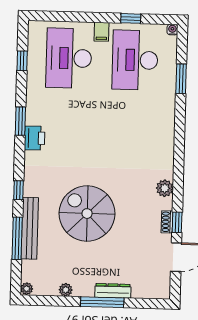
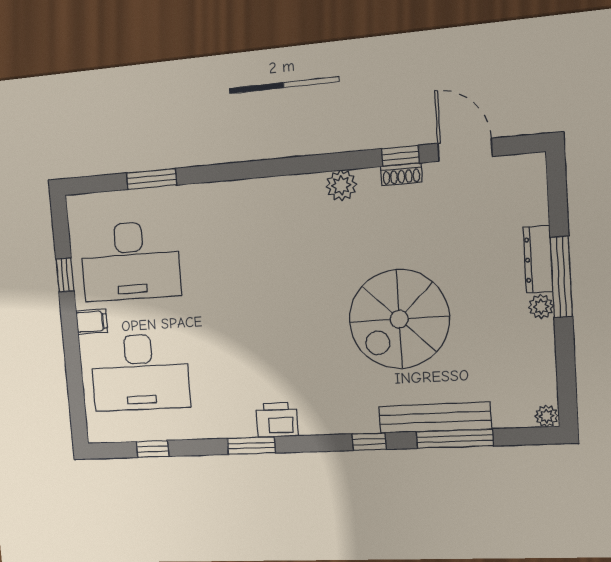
water cooler: (172, 30) -> (74, 203), removed
plant: (66, 290) -> (541, 307), moved

